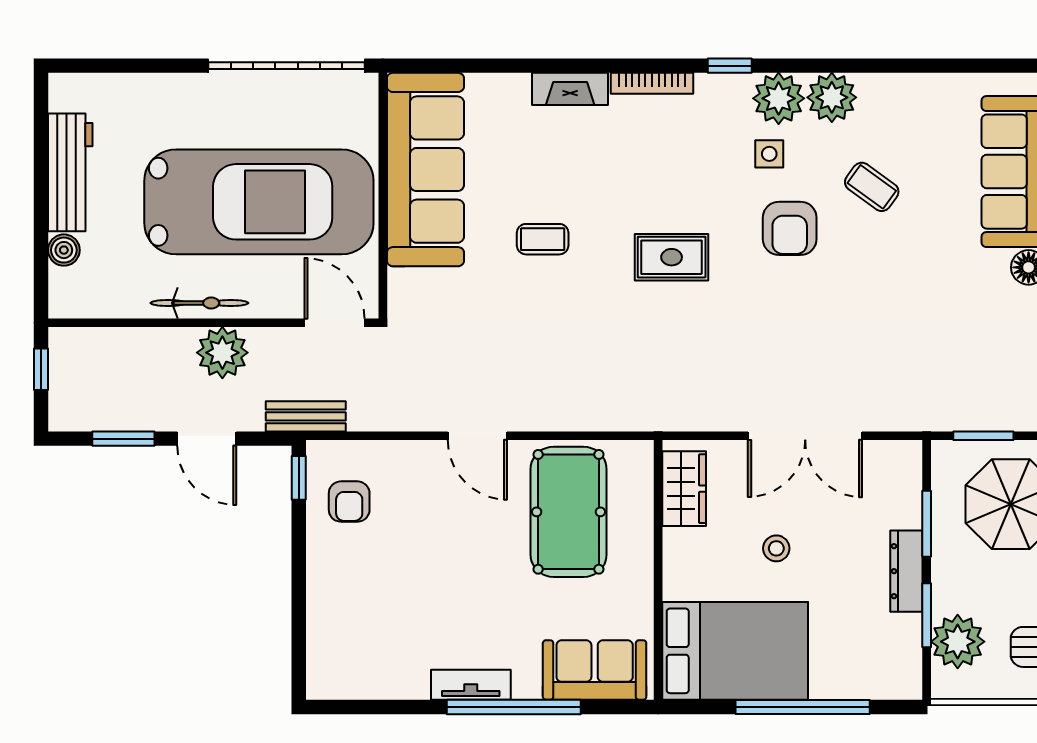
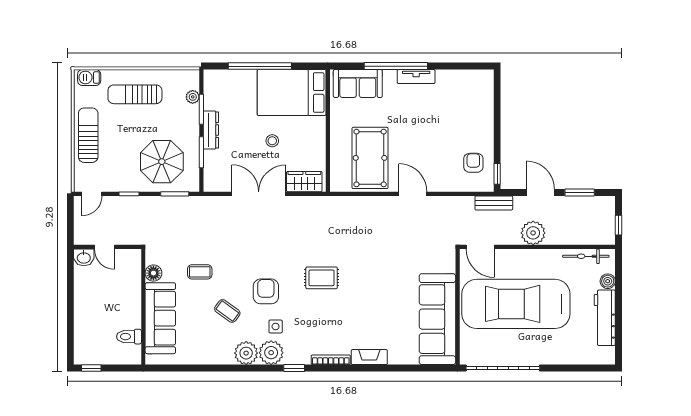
coffee table: (543, 239) -> (200, 272), moved
bicycle: (199, 303) -> (586, 256), moved
wardrobe: (684, 489) -> (304, 182), moved, turned 90
plant: (958, 642) -> (193, 97), width x0.53, depth x0.53

